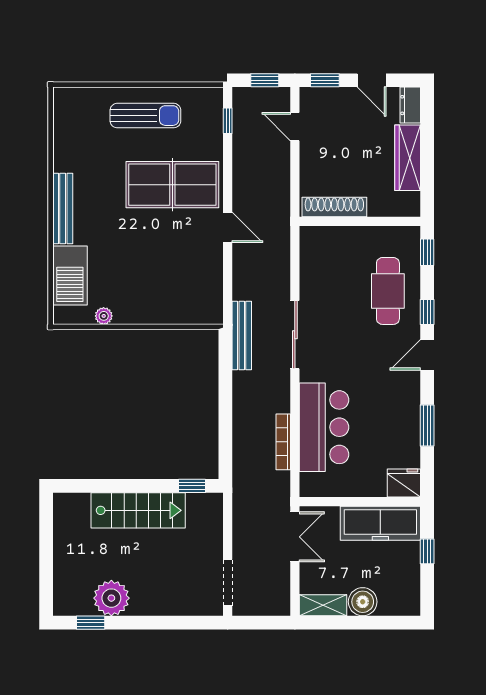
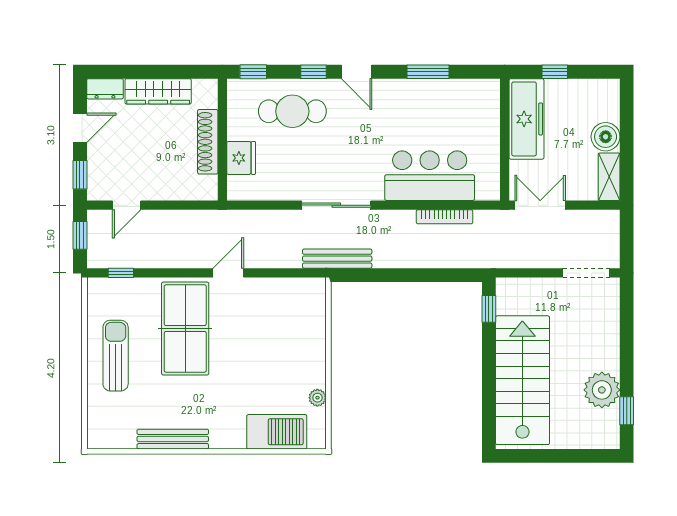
shoe rack: (334, 207) -> (208, 142), moved
bench: (63, 209) -> (173, 439), moved
fridge: (404, 483) -> (241, 158), moved, turned 180
stairs: (138, 510) -> (522, 380), width x1.36, depth x1.51

